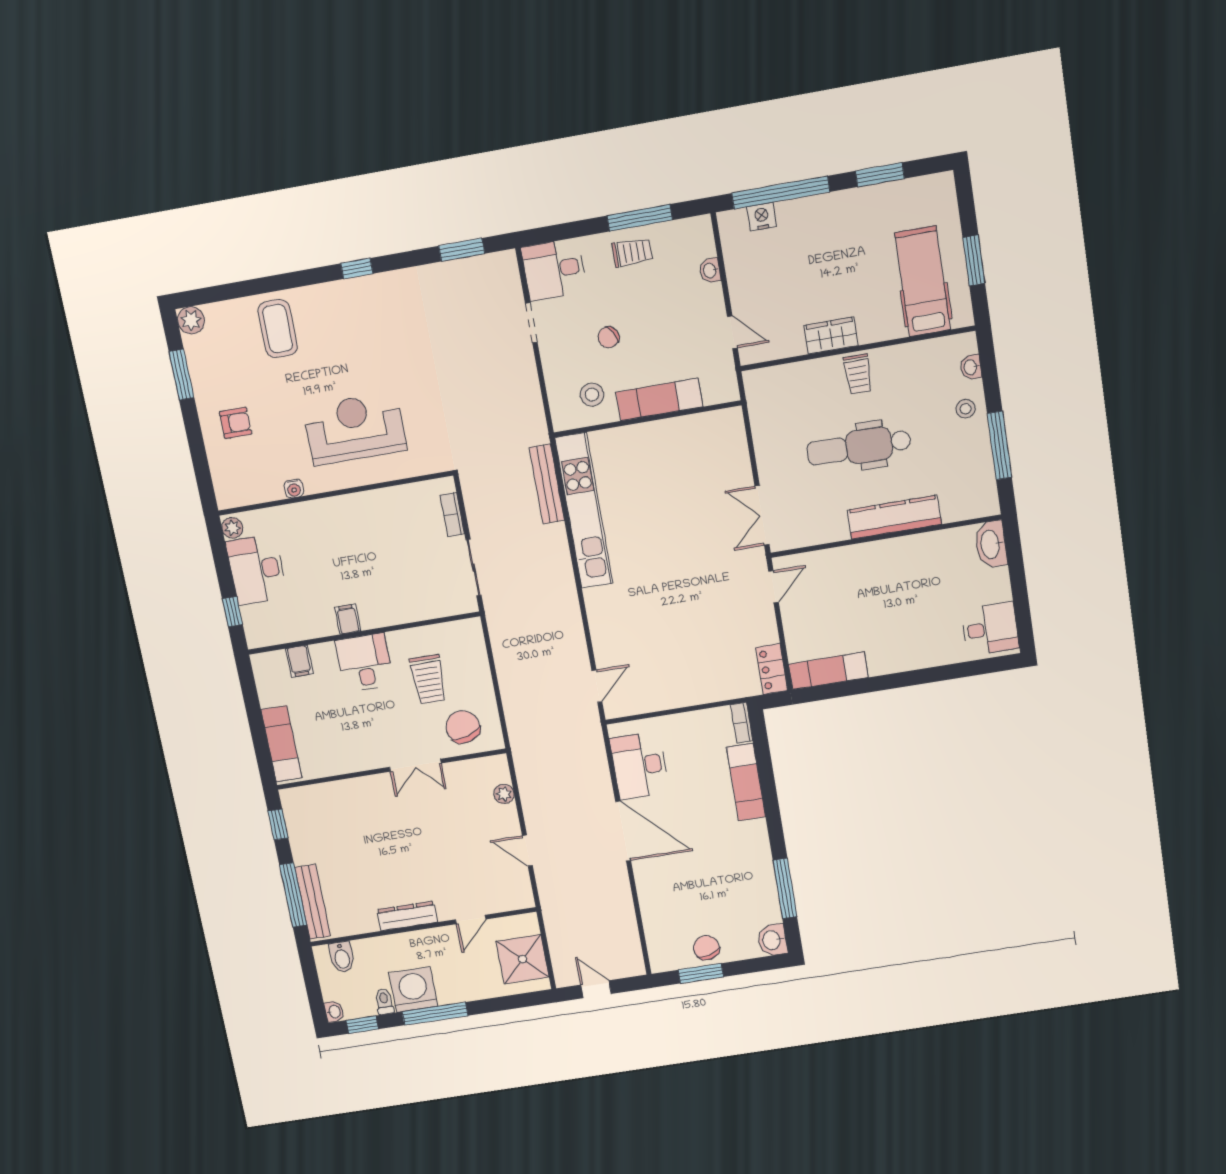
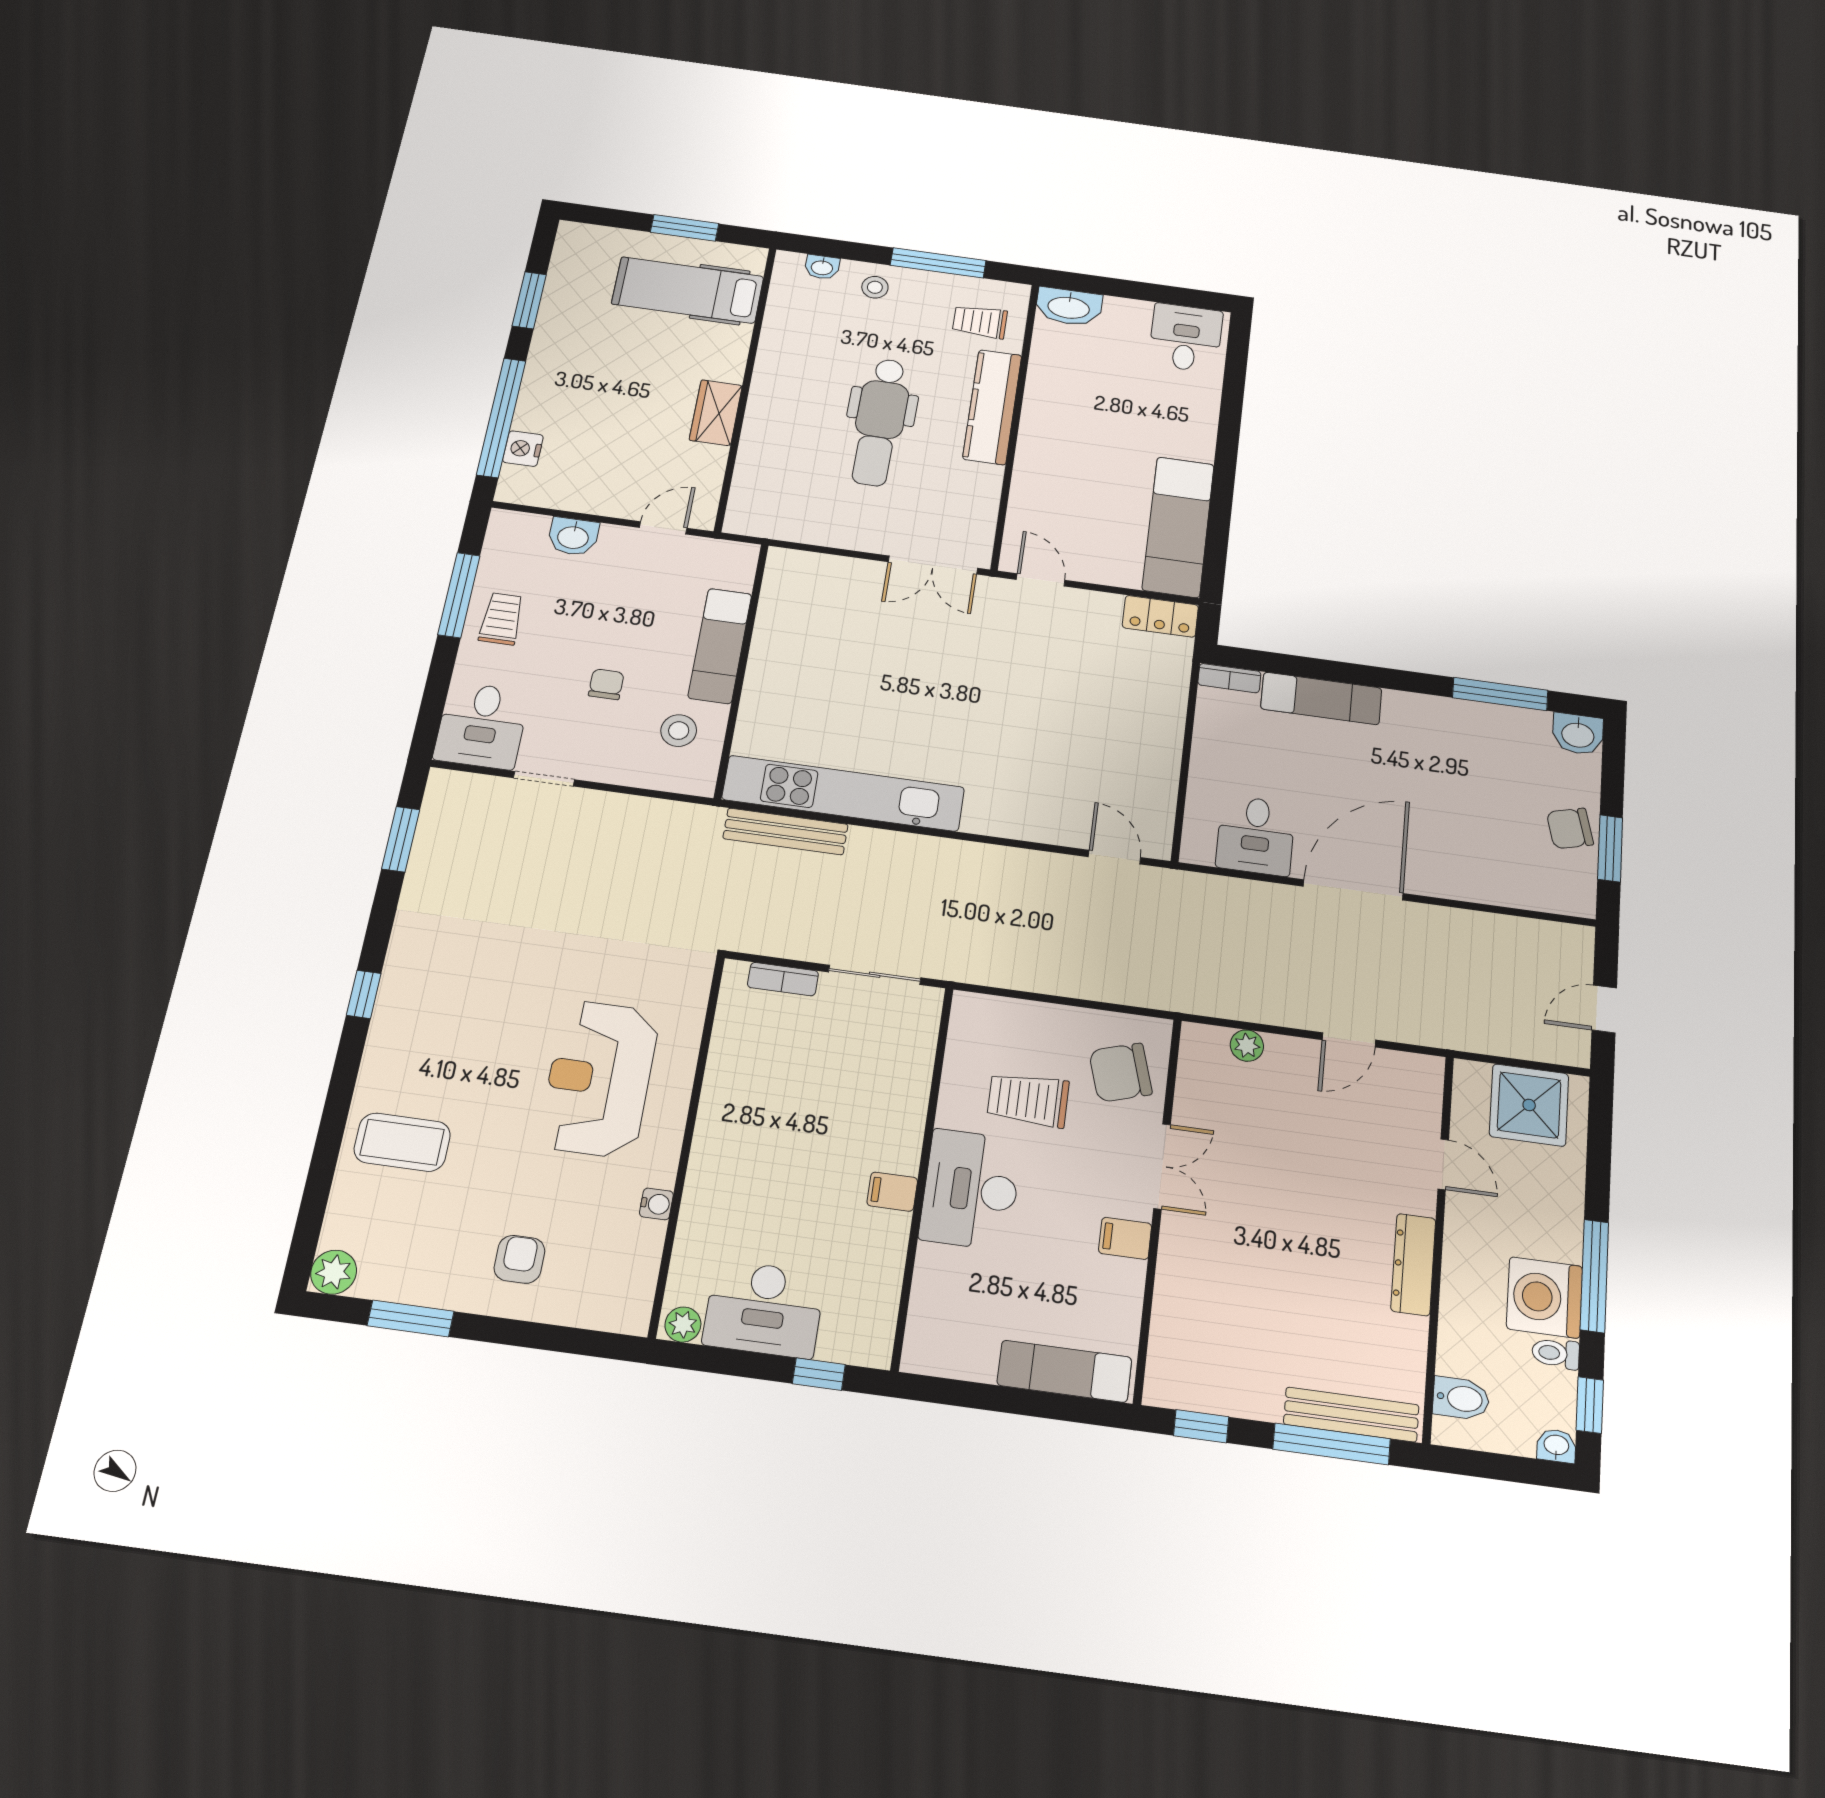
washbasin: (710, 270) -> (573, 537), width x1.38, depth x1.45
chair: (609, 337) -> (606, 684), turned -150
trolley: (858, 374) -> (980, 322), moved, turned 180
filing cabinet: (299, 661) -> (1125, 1238), moved, turned 180
desk: (364, 663) -> (971, 1189), width x1.37
exam couch: (828, 671) -> (1178, 527), width x1.36, depth x1.45
trolley: (428, 679) -> (1028, 1100), turned 180
desk: (639, 766) -> (1256, 835), width x0.73

